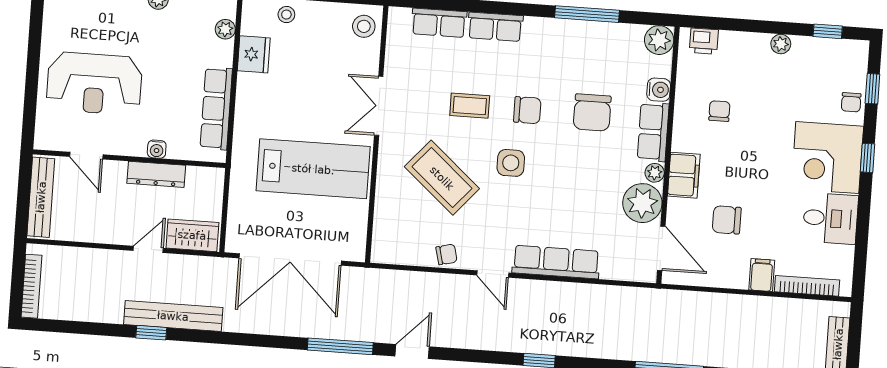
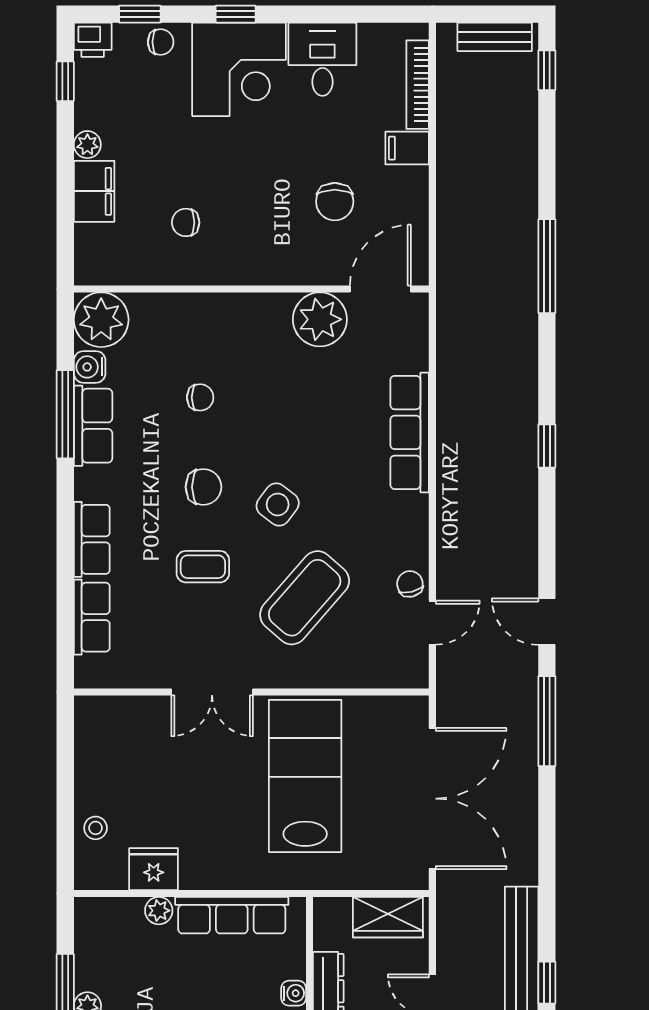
stool: (364, 26) -> (104, 720), removed
plant: (225, 29) -> (159, 911), moved
plant: (659, 40) -> (101, 320), width x1.36, depth x1.36
printer: (704, 41) -> (93, 40), moved, turned 90
water cooler: (659, 90) -> (90, 367), moved, turned -90
coffee table: (470, 106) -> (203, 567), turned 90
chair: (527, 110) -> (203, 487), turned 90
chair: (592, 112) -> (200, 397), width x0.54, depth x0.54
row of seats: (653, 132) -> (93, 426), moved, turned -90
side table: (511, 163) -> (278, 504), turned 37
plant: (655, 173) -> (277, 305), removed
filing cabinet: (684, 175) -> (94, 191), moved, turned 90
wardrobe: (192, 235) -> (388, 917), moved, turned -90
door: (493, 274) -> (432, 623), moved

